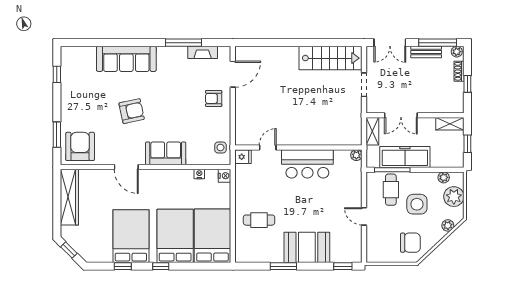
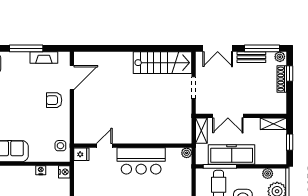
shoe rack: (459, 71) -> (282, 79), width x1.43
window: (467, 84) -> (290, 73), moved

